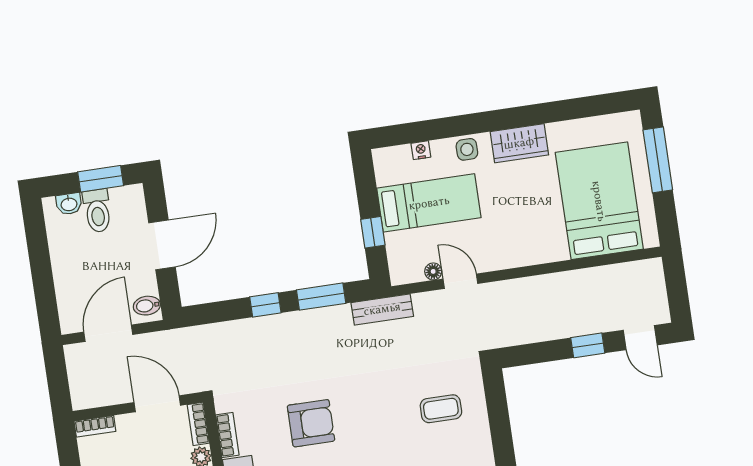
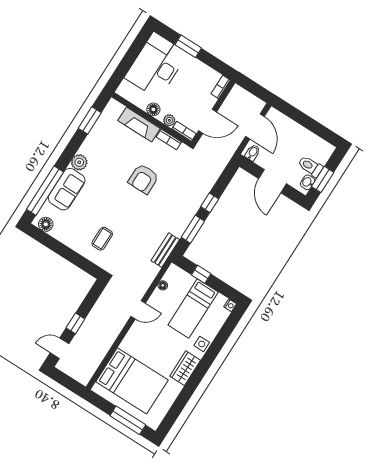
nightstand: (421, 150) -> (230, 305), moved
washbasin: (69, 204) -> (307, 182), moved
door: (460, 281) -> (138, 310), moved

